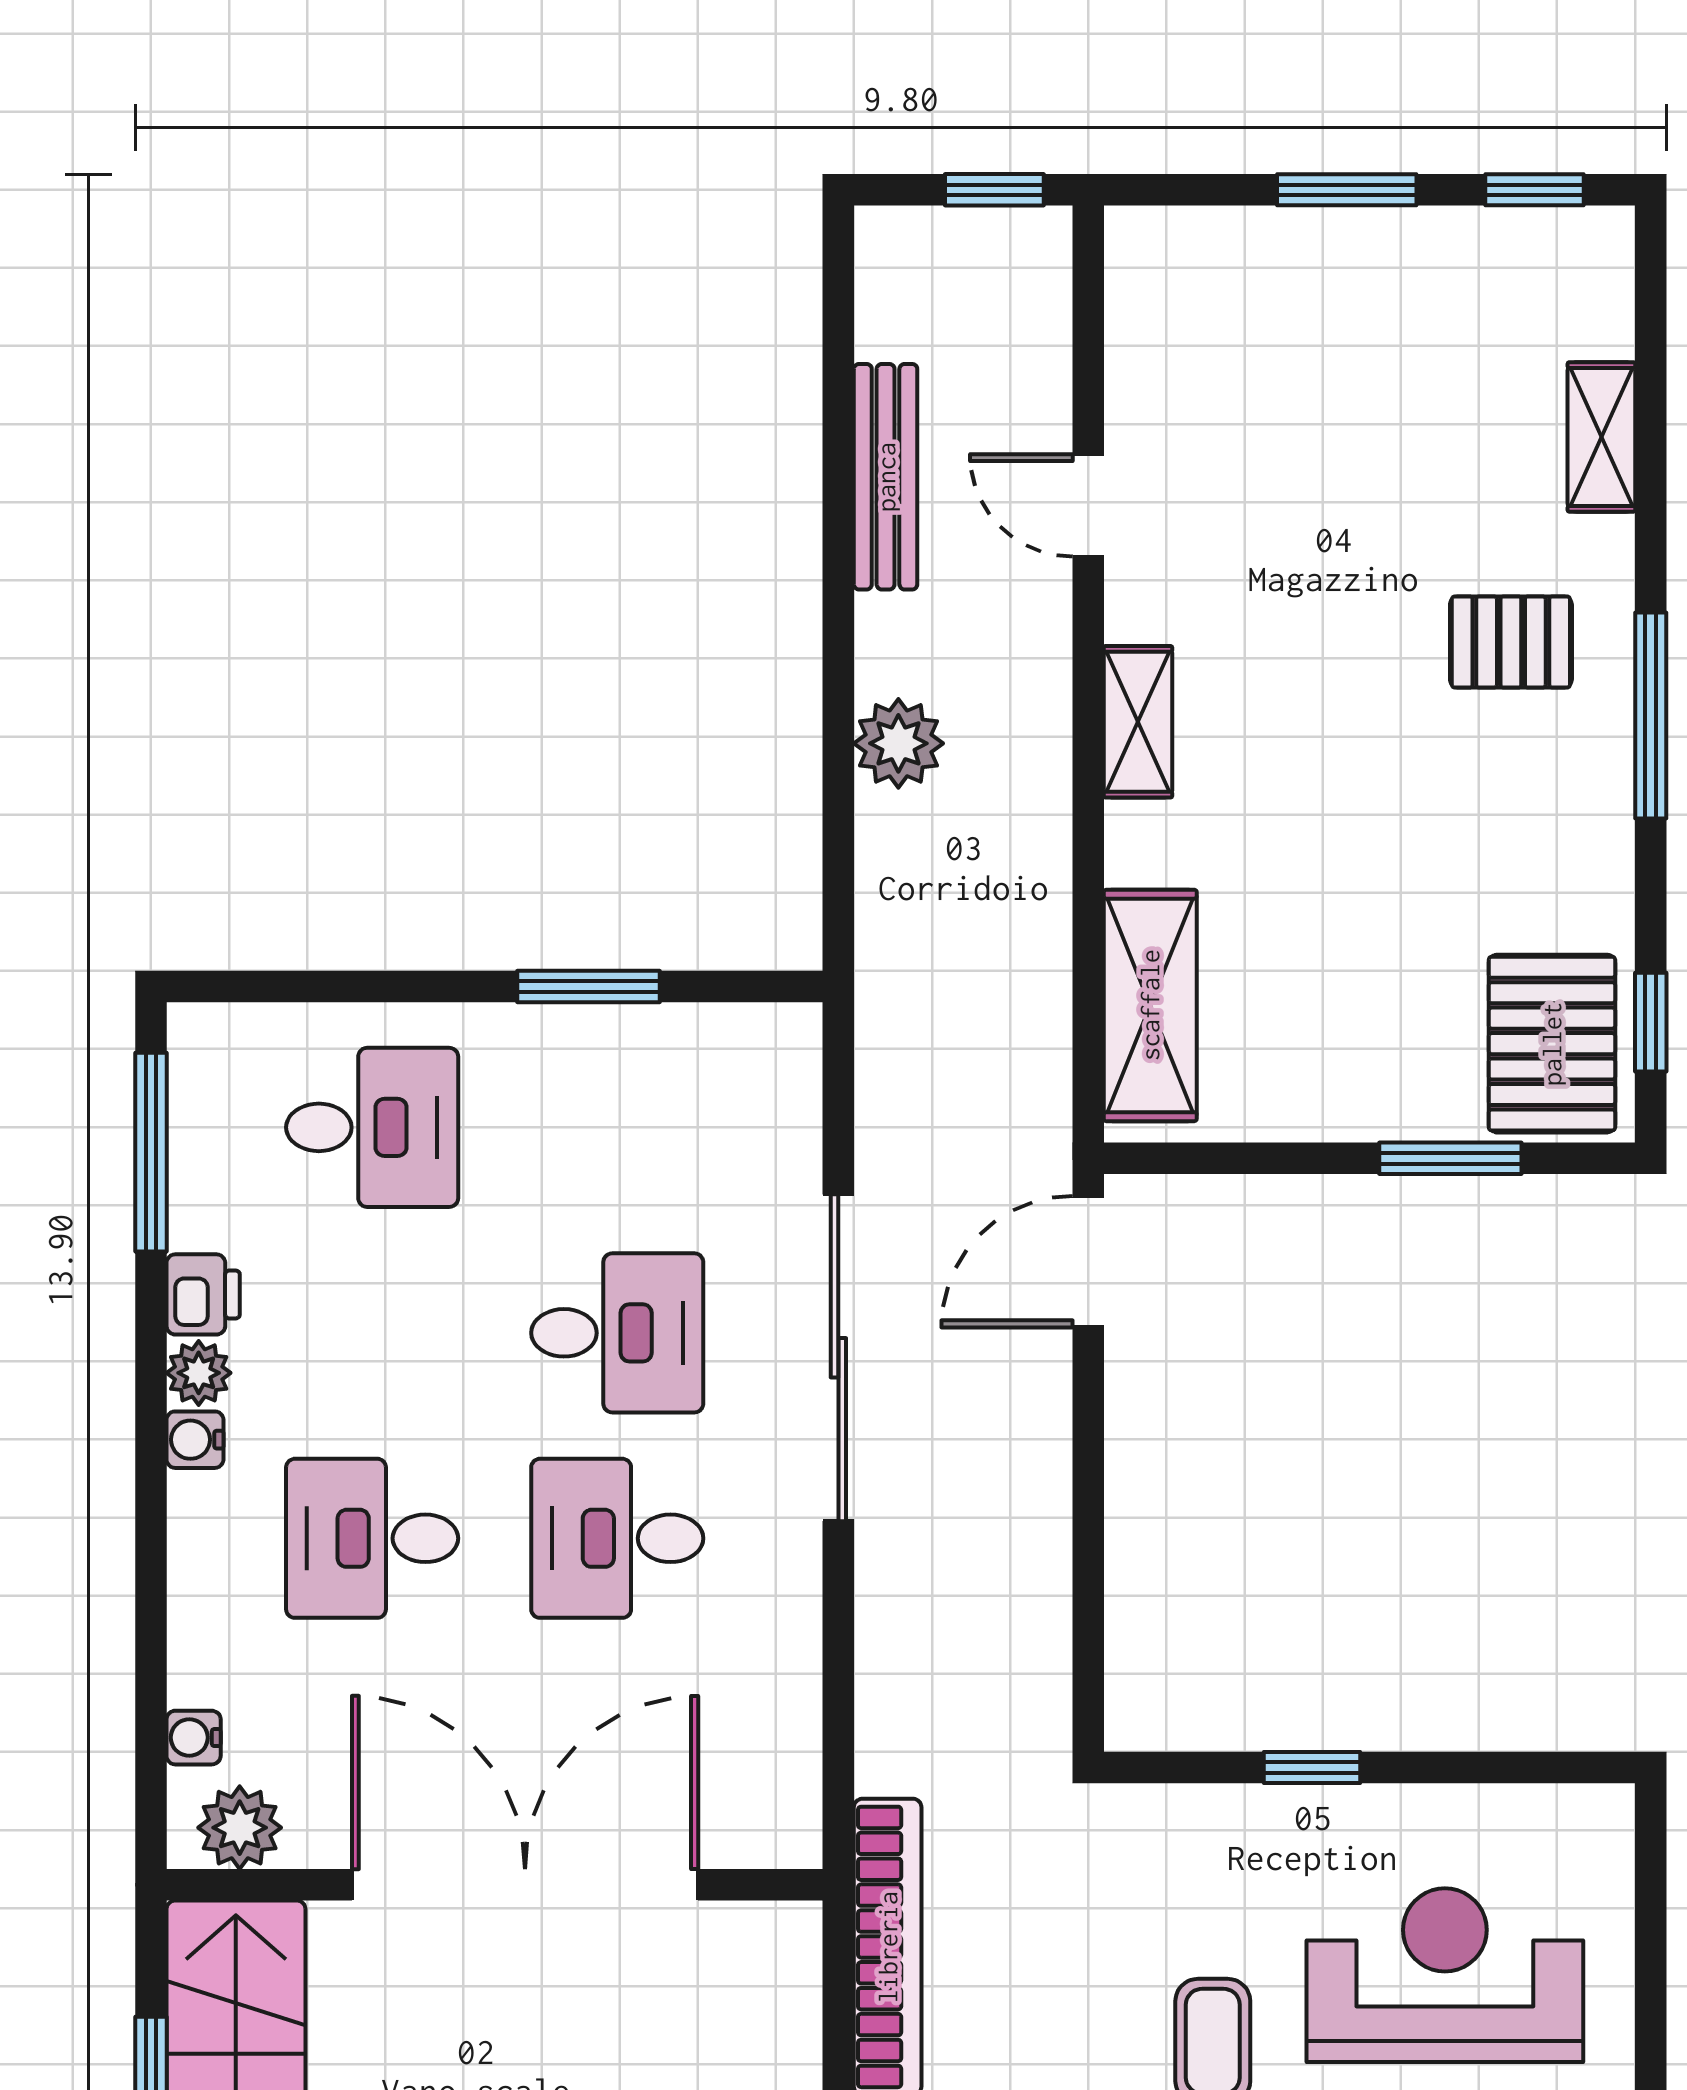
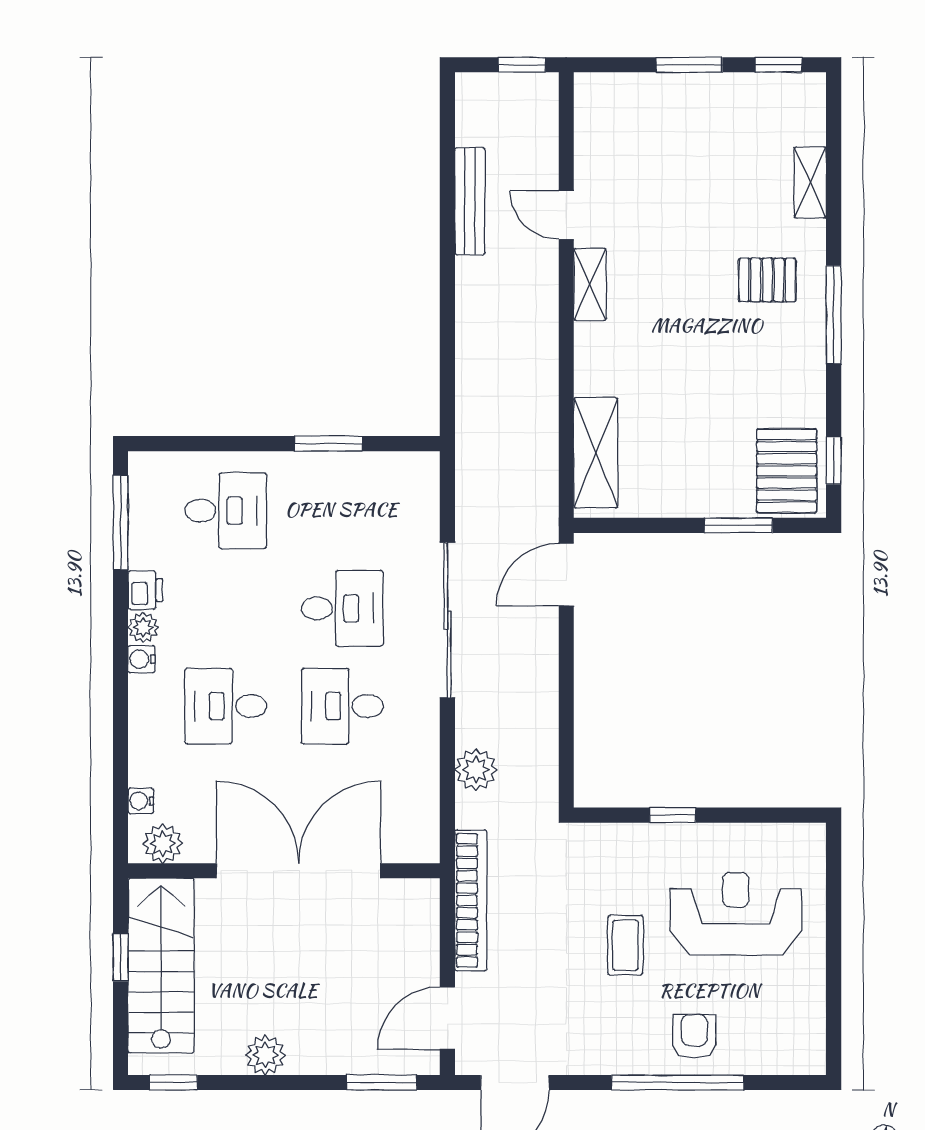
shelving: (1138, 722) -> (590, 284), moved
plant: (898, 743) -> (476, 770), moved

